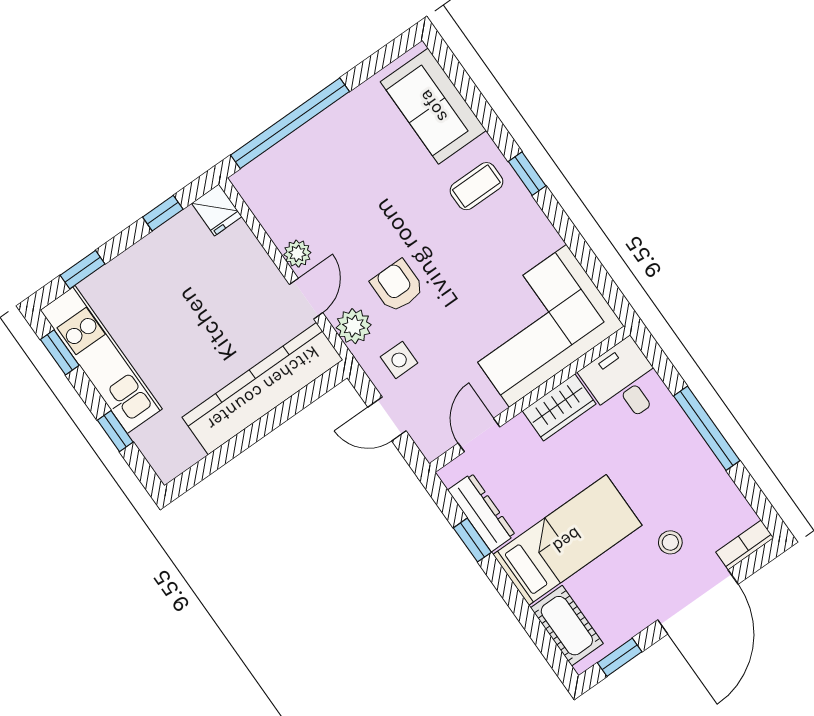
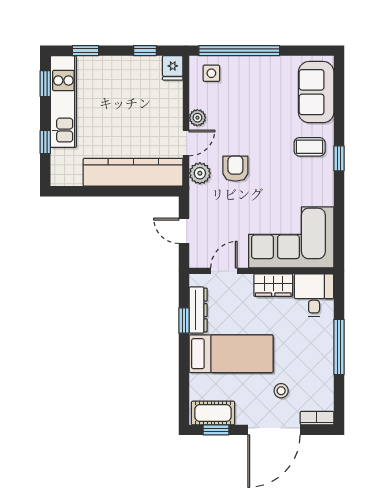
side table: (399, 360) -> (211, 73), moved
cot: (567, 626) -> (213, 413), moved, turned 90

